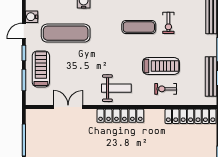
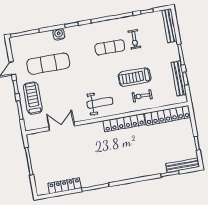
water cooler: (32, 17) -> (17, 55), removed
treadmill: (161, 66) -> (135, 77), turned 180
locker: (120, 116) -> (124, 123), moved

